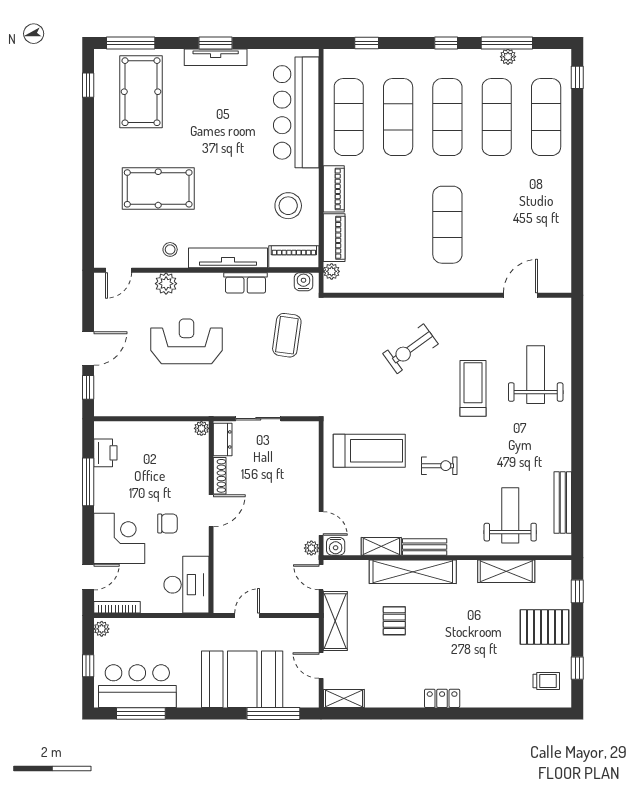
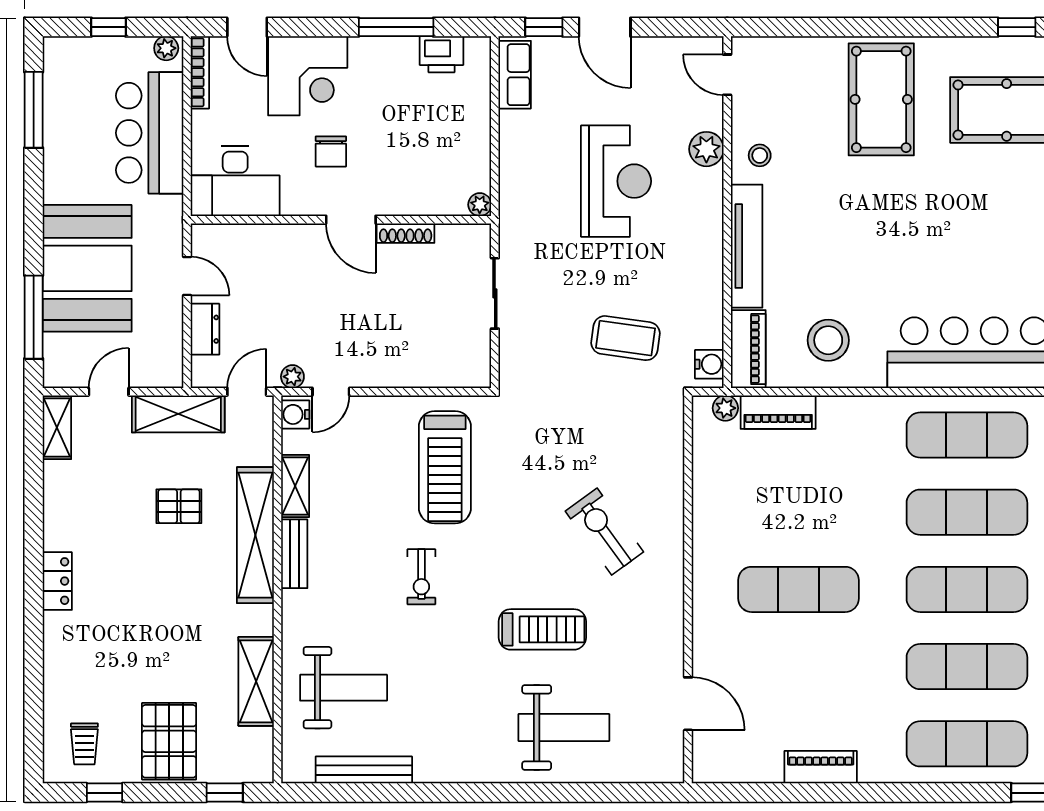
pool table: (158, 188) -> (881, 99), moved
piano: (334, 189) -> (821, 767), moved, turned 180
row of seats: (246, 283) -> (515, 75), moved, turned 180
dresser: (223, 439) -> (205, 329), moved, turned -90
bar counter: (137, 686) -> (150, 133), moved, turned 180

